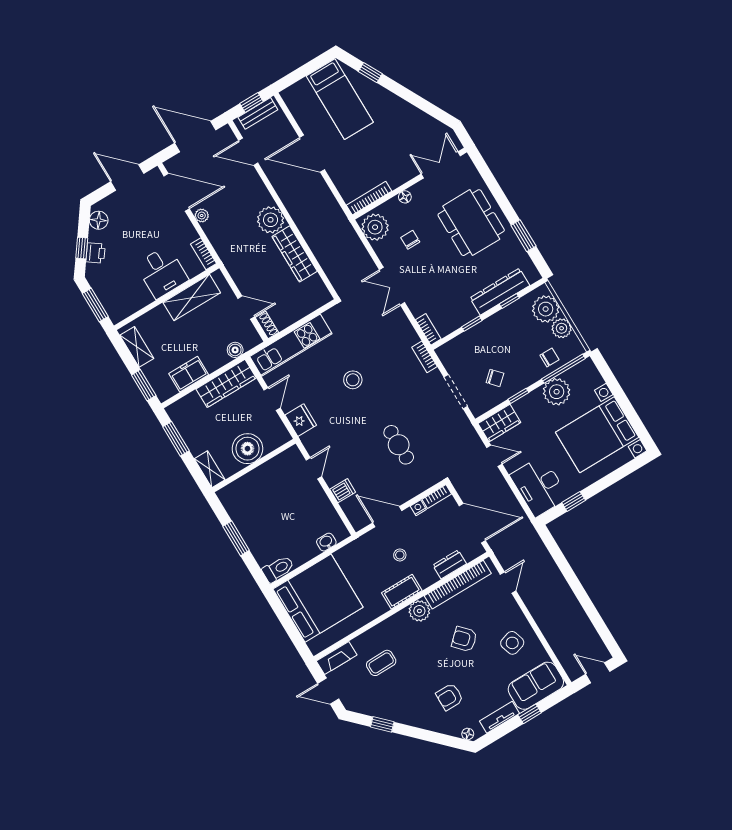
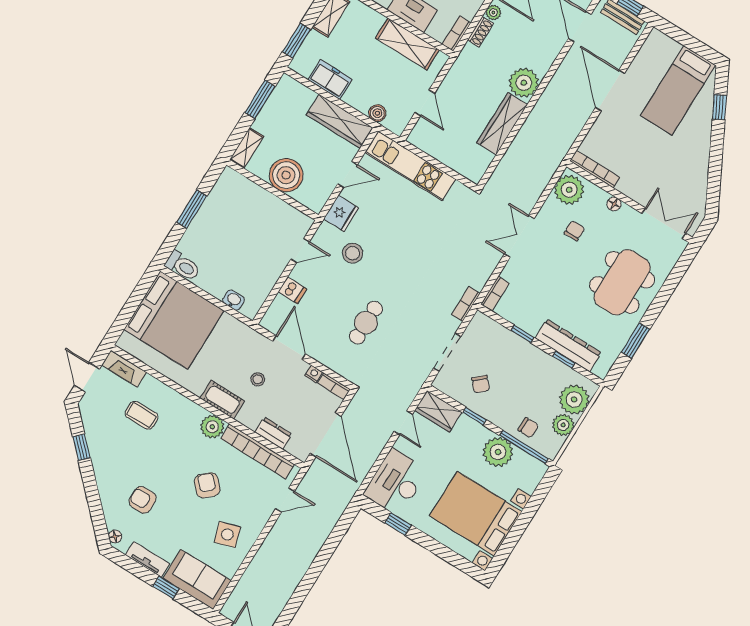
shoe rack: (267, 325) -> (481, 32), moved
stool: (353, 380) -> (353, 253), moved

